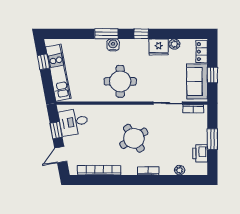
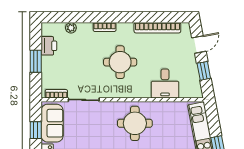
desk: (74, 122) -> (165, 84), moved, turned 101
round table: (134, 138) -> (120, 62), turned 32

